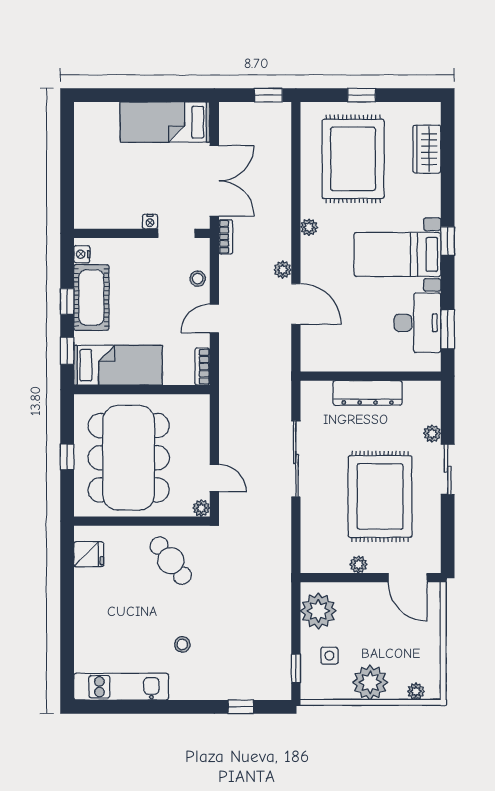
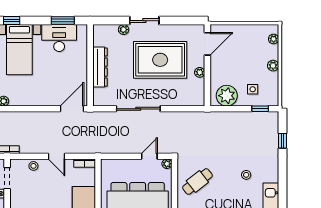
plant: (283, 270) -> (28, 116), removed
door: (296, 304) -> (72, 109), moved
plant: (370, 682) -> (273, 66), width x0.53, depth x0.53

